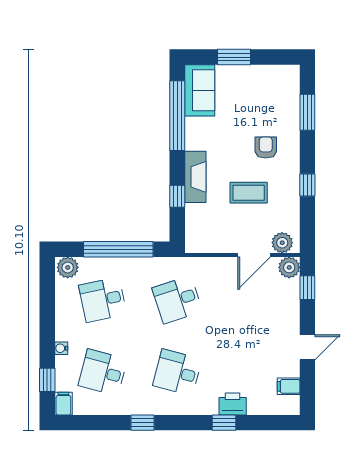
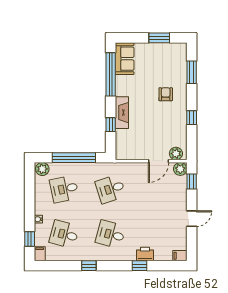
window: (234, 57) -> (159, 38), moved
coffee table: (249, 193) -> (155, 122), removed
filing cabinet: (289, 386) -> (180, 256), moved

